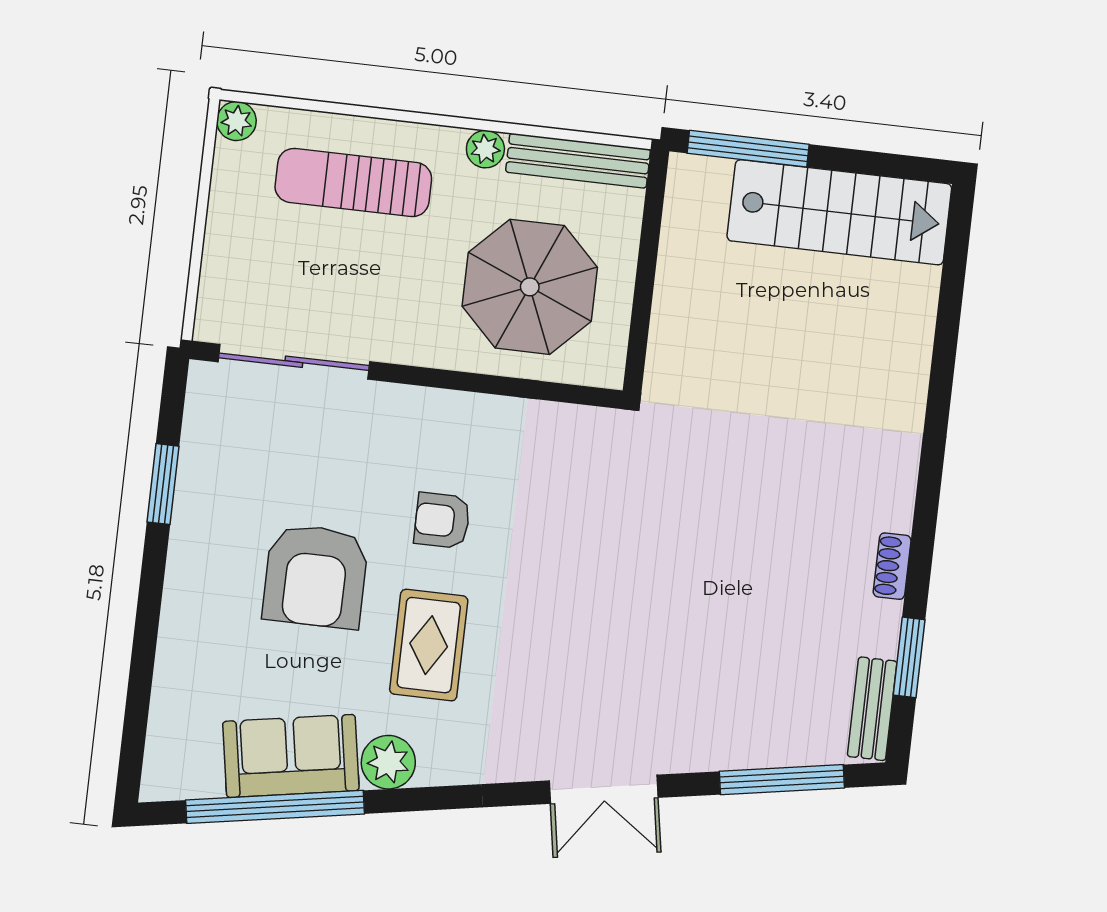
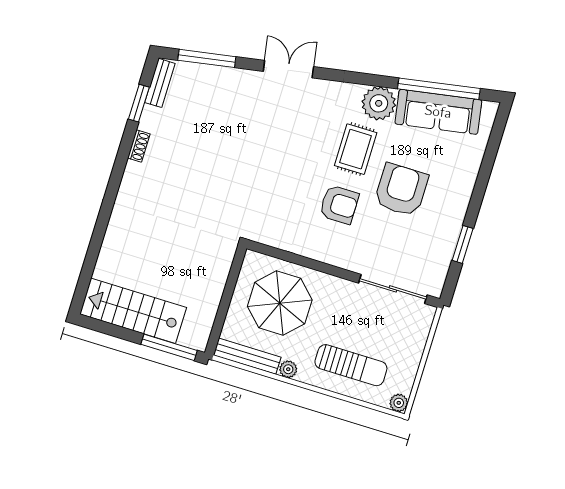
armchair: (442, 520) -> (339, 204), width x1.38, depth x1.38
sofa: (291, 756) -> (438, 112), width x1.36
plant: (388, 762) -> (379, 103), width x1.36, depth x1.36

